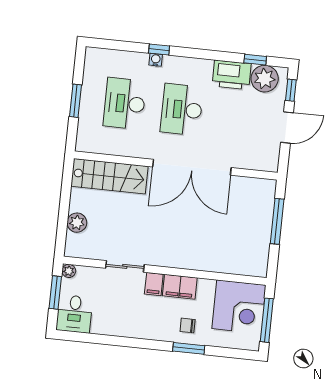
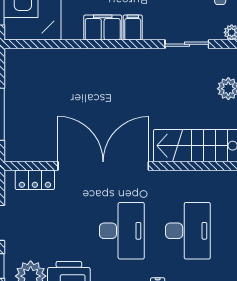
locker: (252, 161) -> (35, 180), added
sliding door: (125, 266) -> (187, 44), moved

